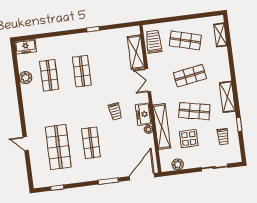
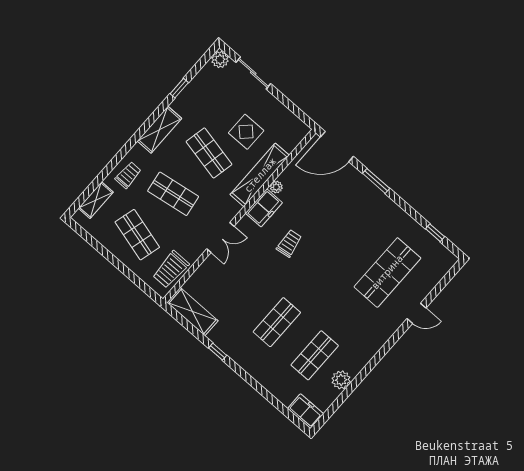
shelving: (136, 52) -> (192, 312), moved, turned 90
trolley: (223, 137) -> (128, 175), moved
shop shelf: (91, 143) -> (350, 239), removed
door: (26, 144) -> (416, 313), hinge flipped
plant: (178, 164) -> (220, 60), moved

